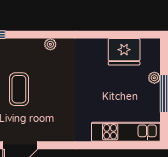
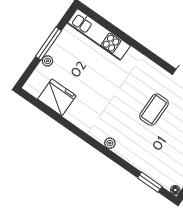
coffee table: (19, 89) -> (154, 110), moved

